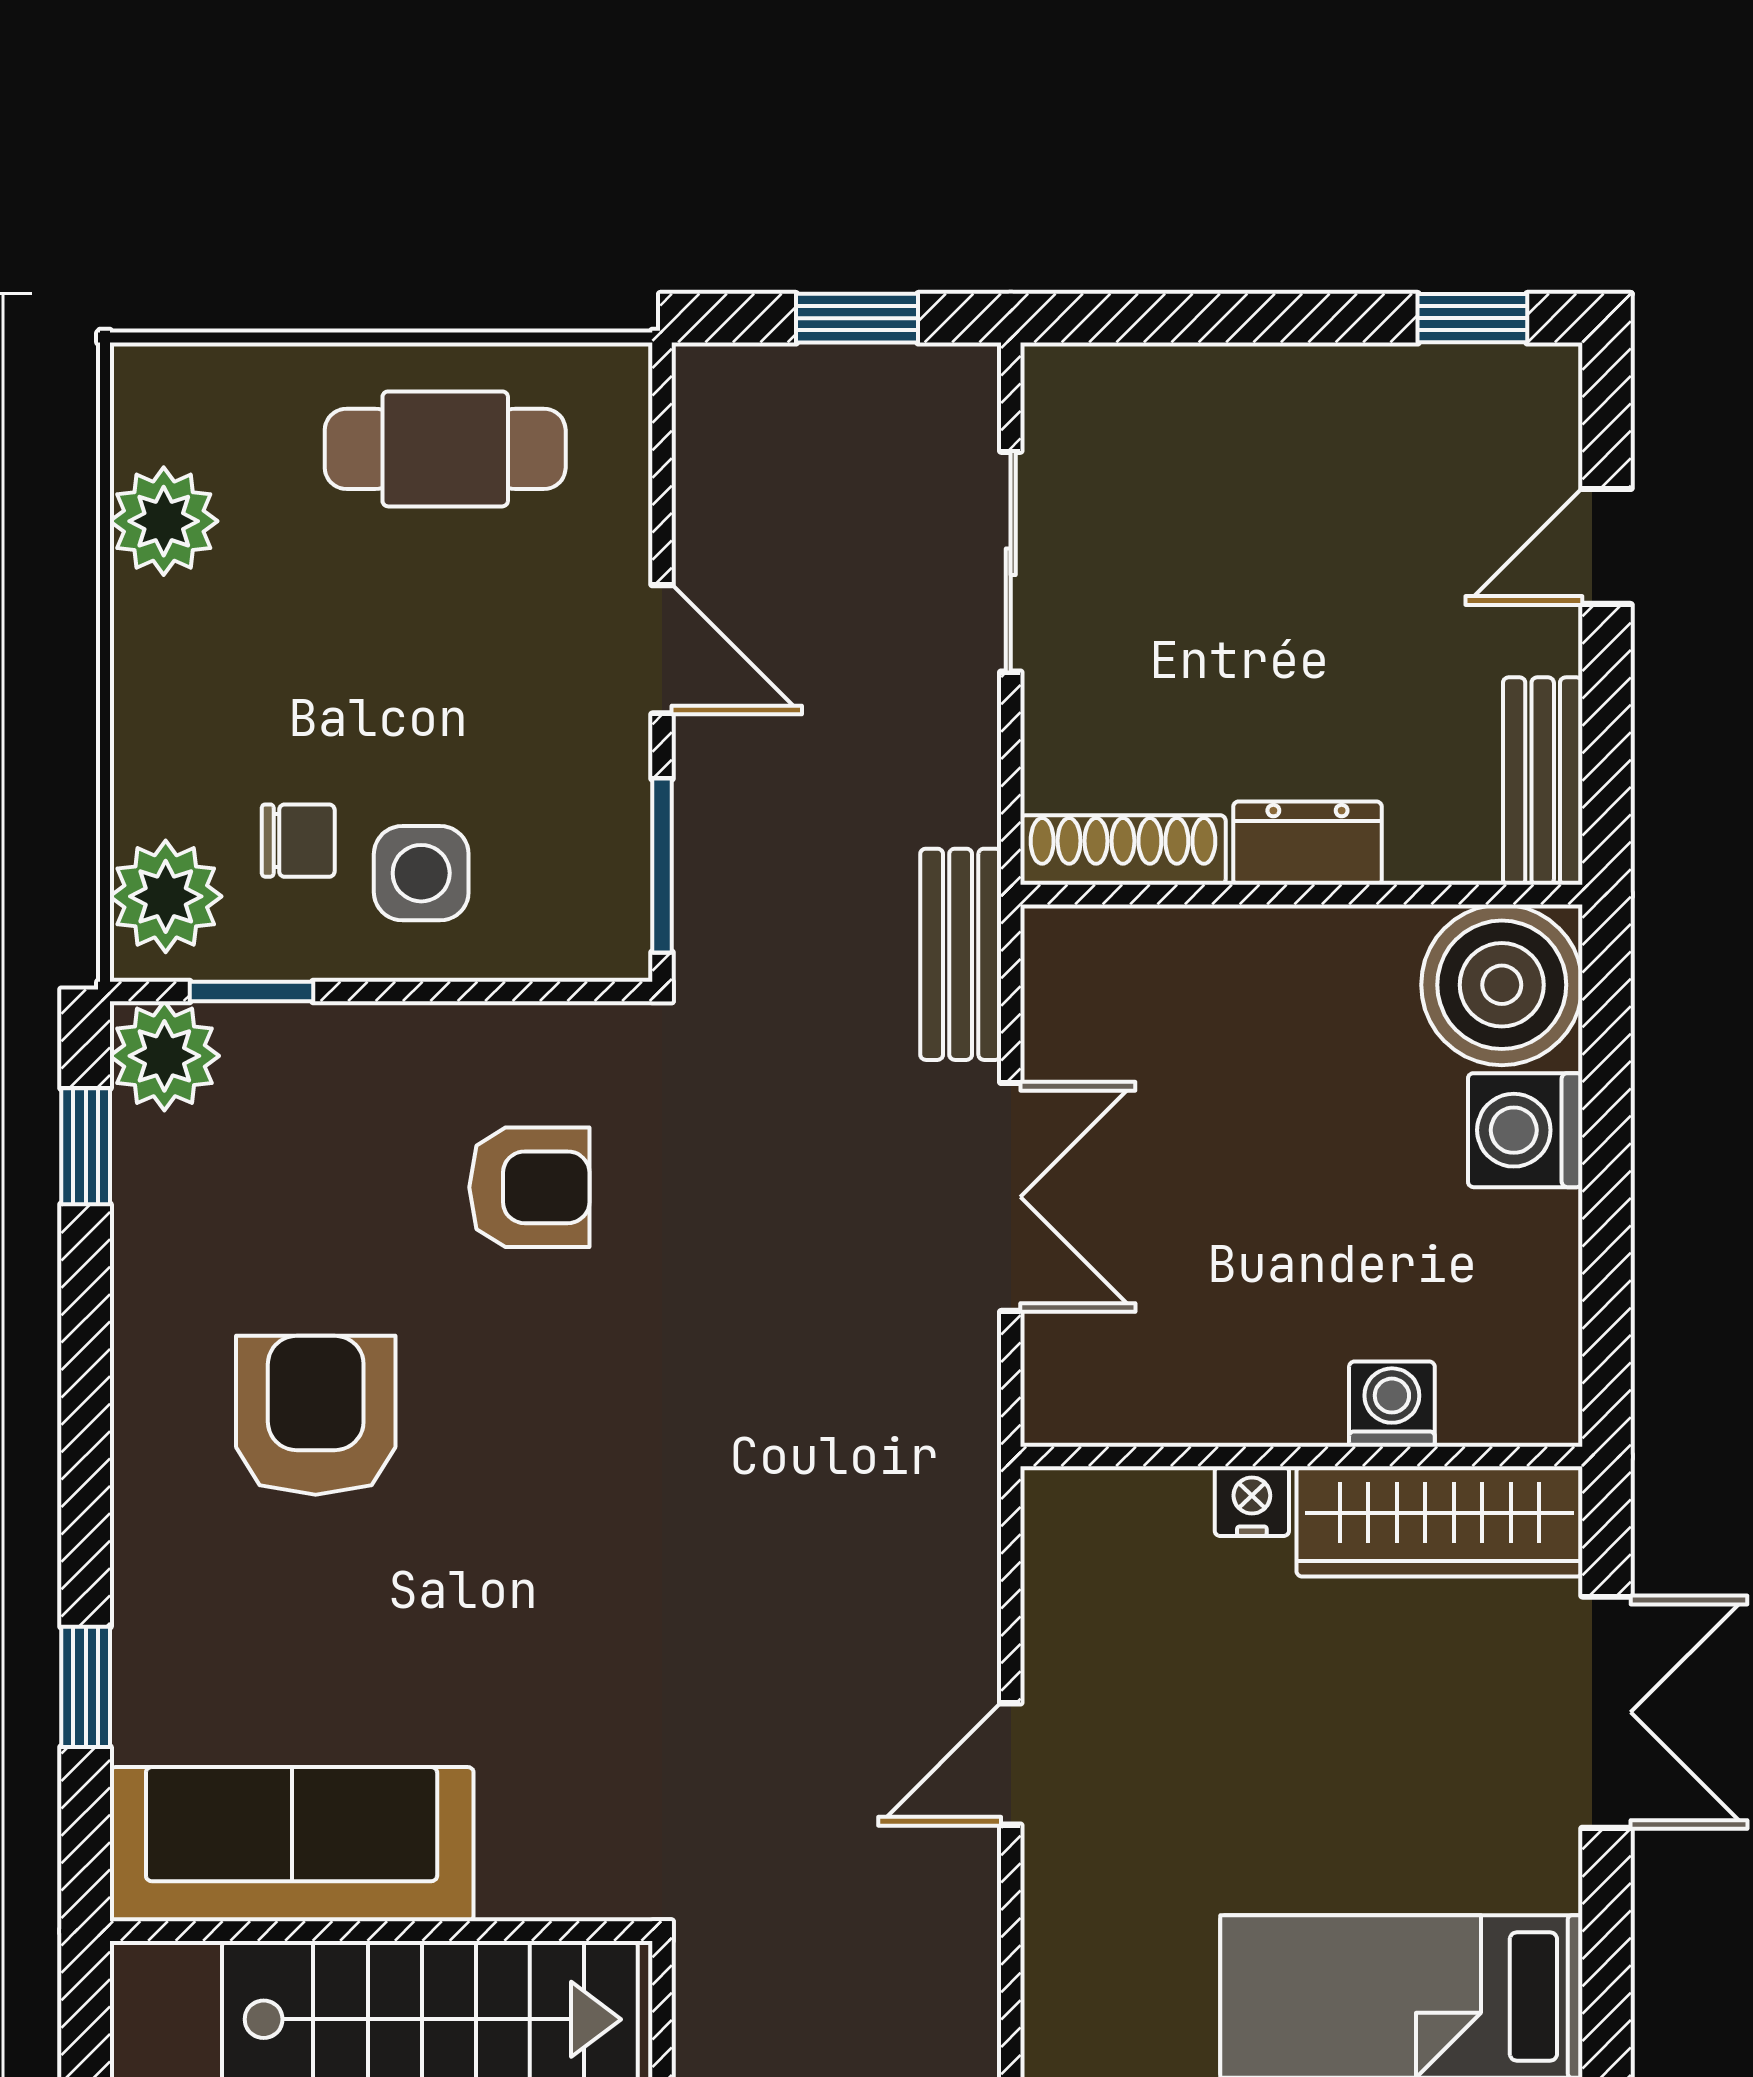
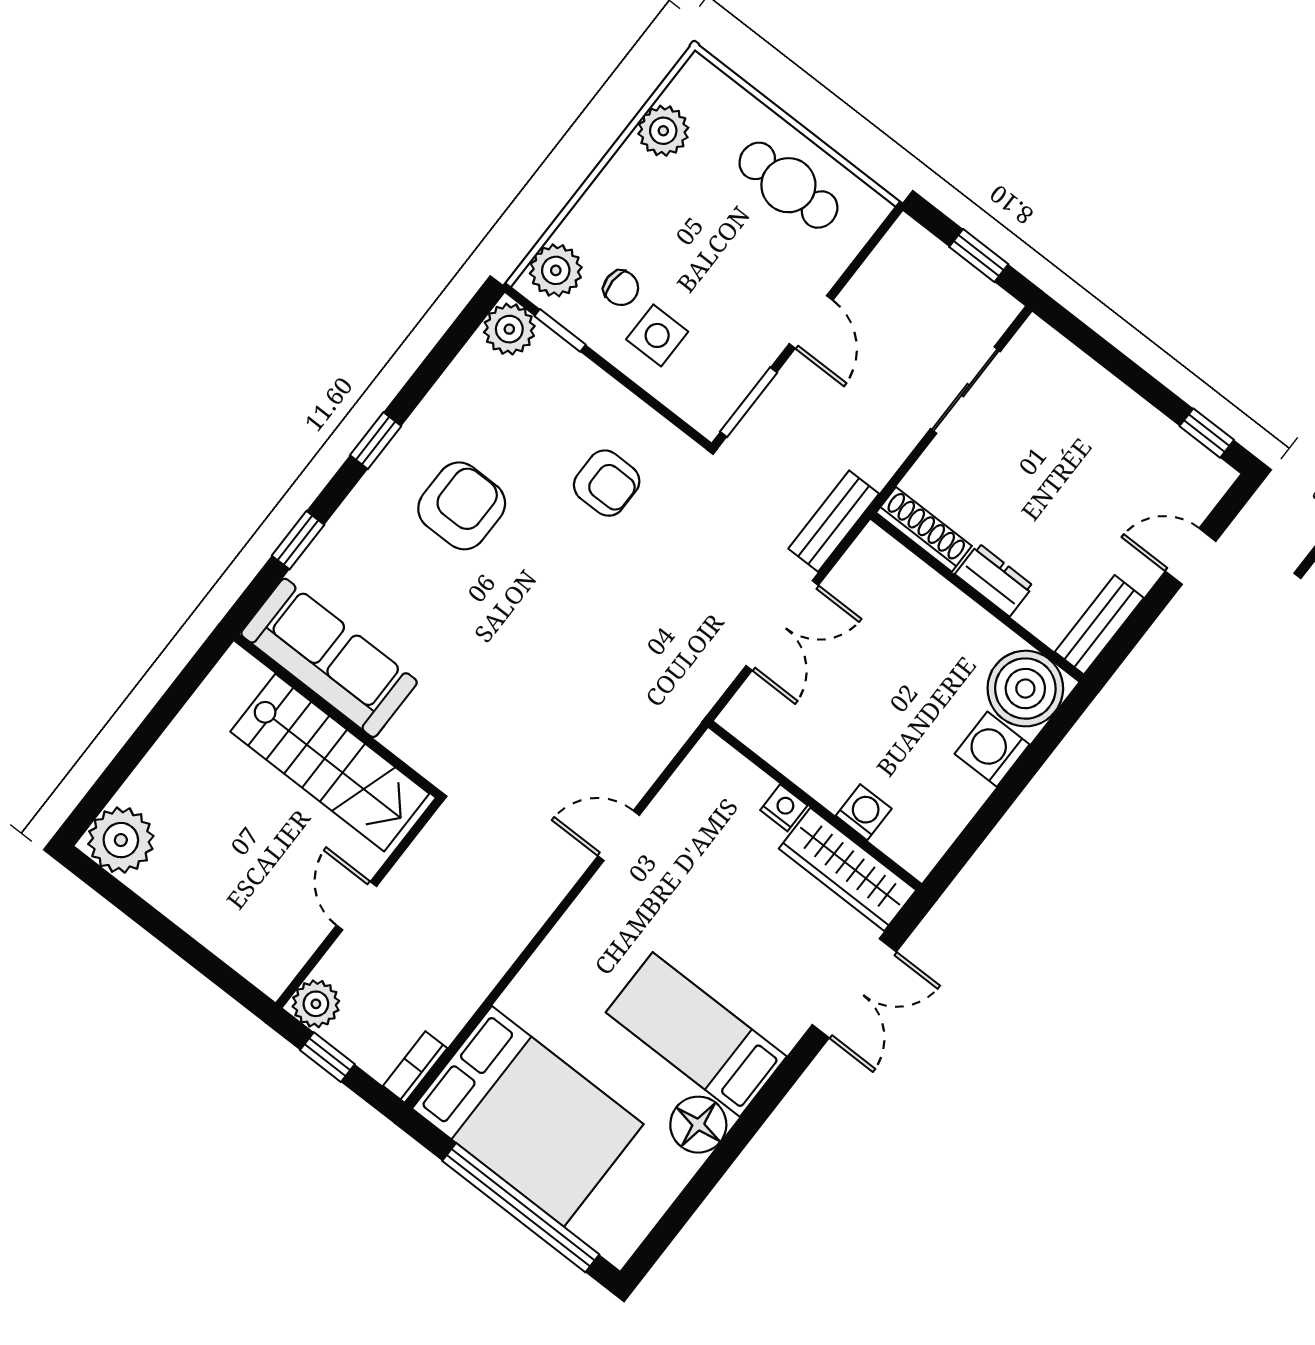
window: (86, 1146) -> (376, 441), moved

